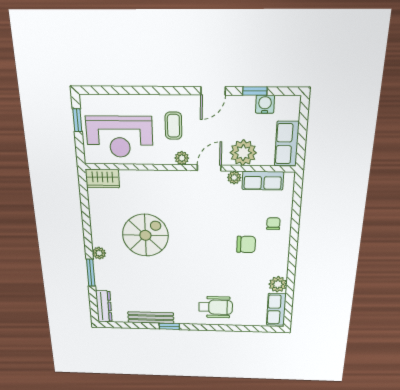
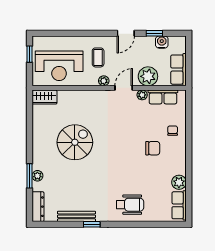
plant: (99, 253) -> (37, 176), moved

